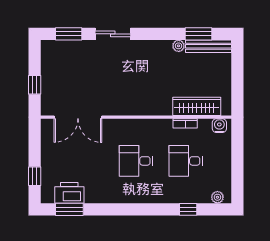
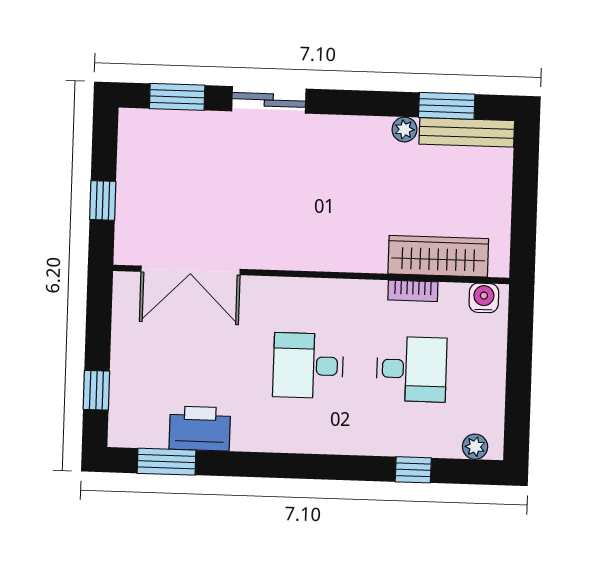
desk: (186, 161) -> (412, 369), turned 180
printer: (69, 193) -> (200, 428), moved

